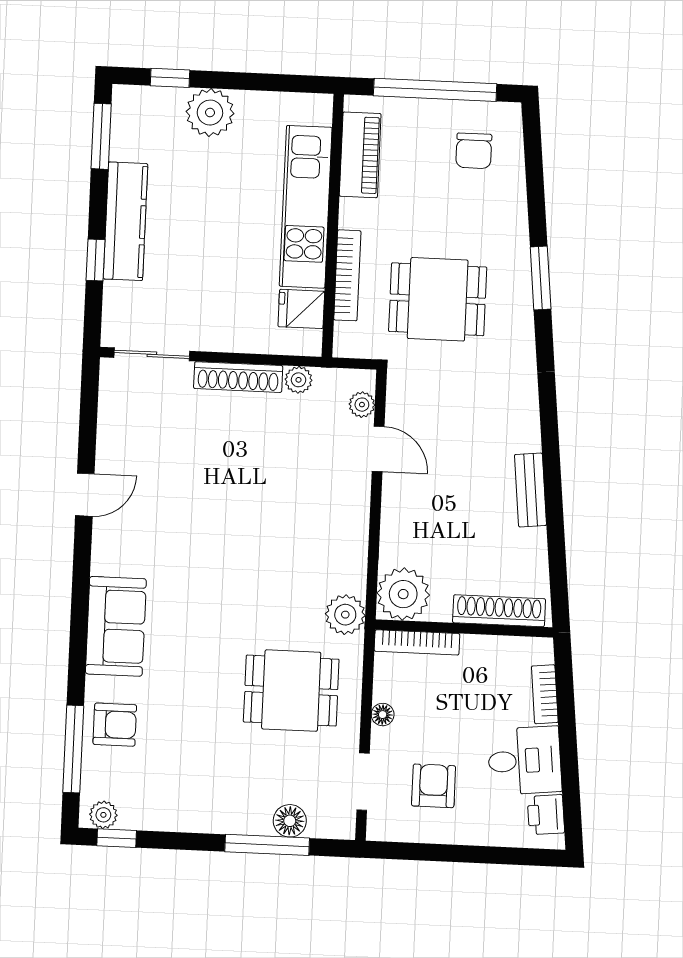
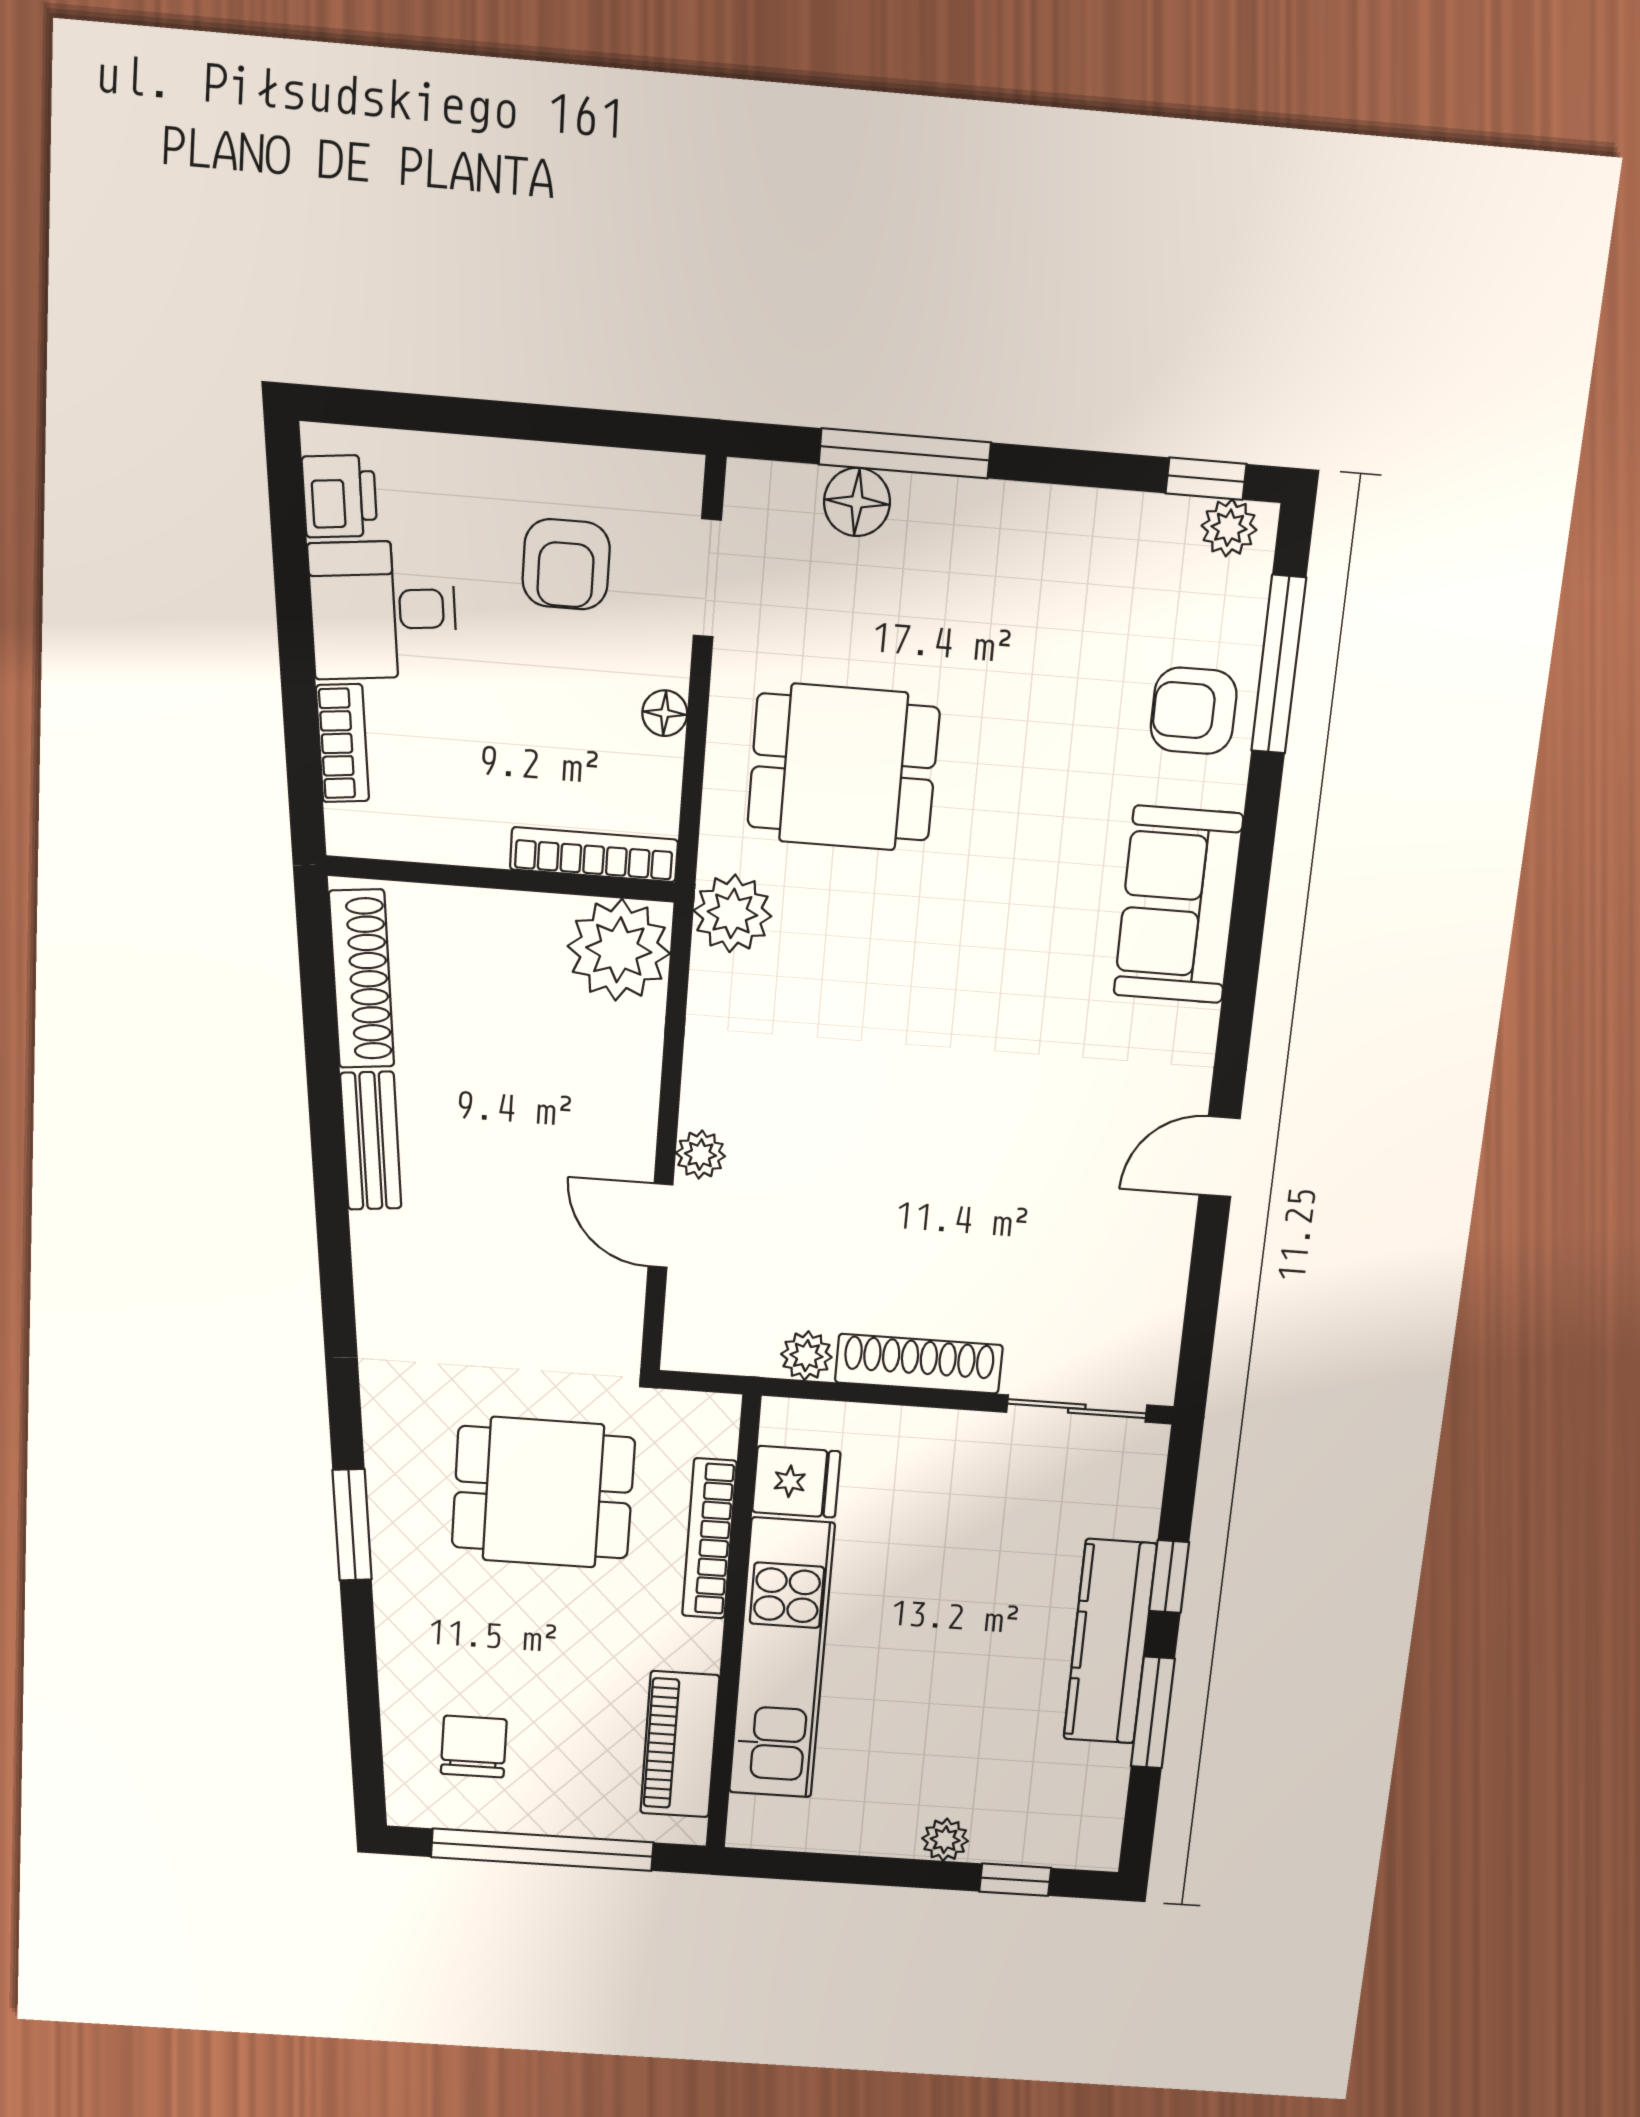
plant: (210, 113) -> (945, 1840), width x0.53, depth x0.53
window: (101, 136) -> (1153, 1712), moved
plant: (362, 405) -> (700, 1155), moved
shoe rack: (499, 611) -> (362, 979), moved, turned -96

